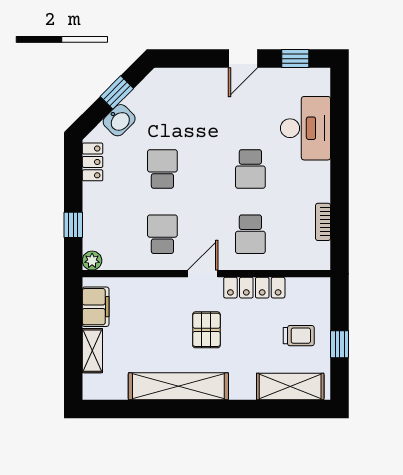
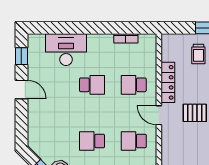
school desk: (250, 234) -> (134, 85), turned 180
trolley: (299, 336) -> (198, 54), turned 180

